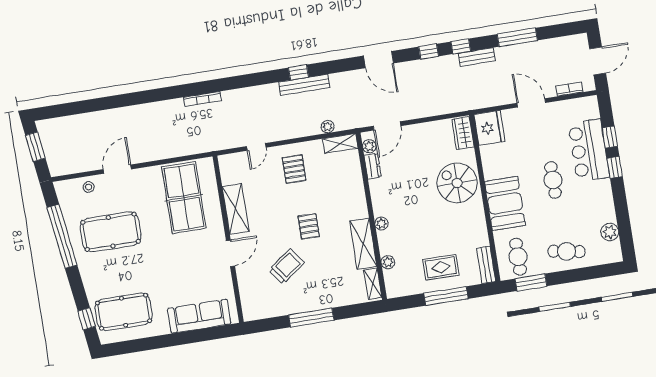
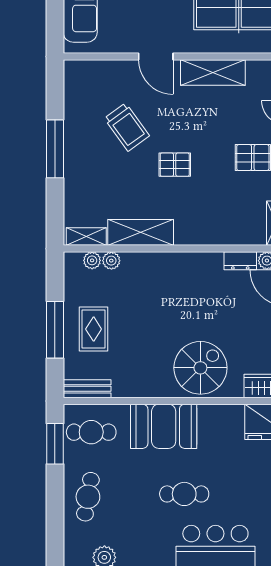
plant: (381, 224) -> (92, 260), moved

